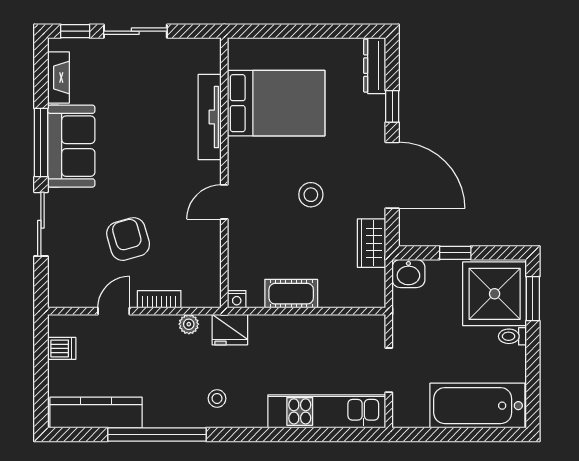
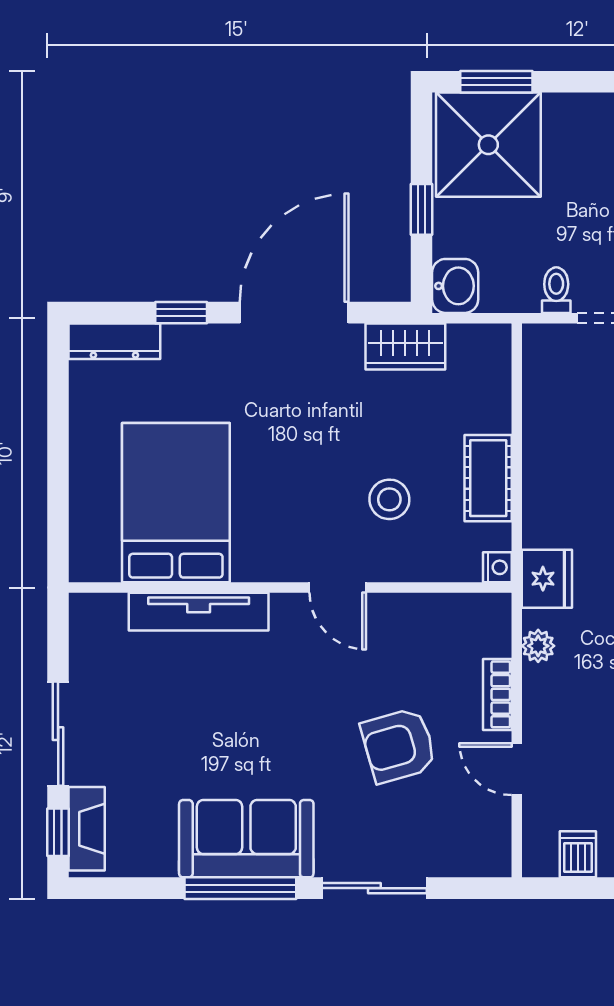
fireplace: (58, 77) -> (87, 829), moved, turned 90
stool: (311, 195) -> (389, 499), moved
toilet: (512, 336) -> (556, 290), moved, turned 180

